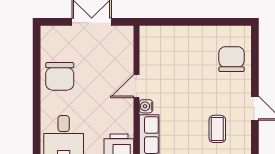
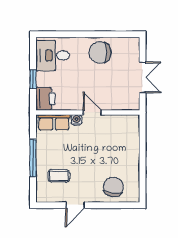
chair: (232, 59) -> (113, 187), turned -82

